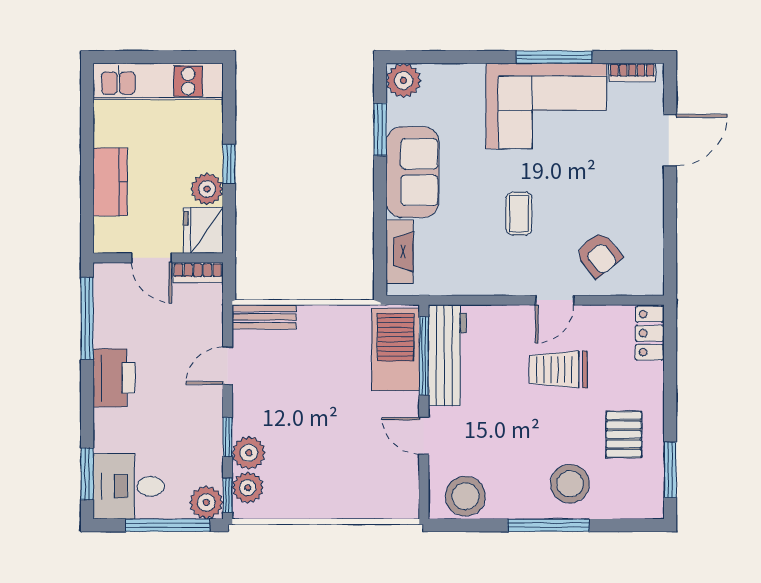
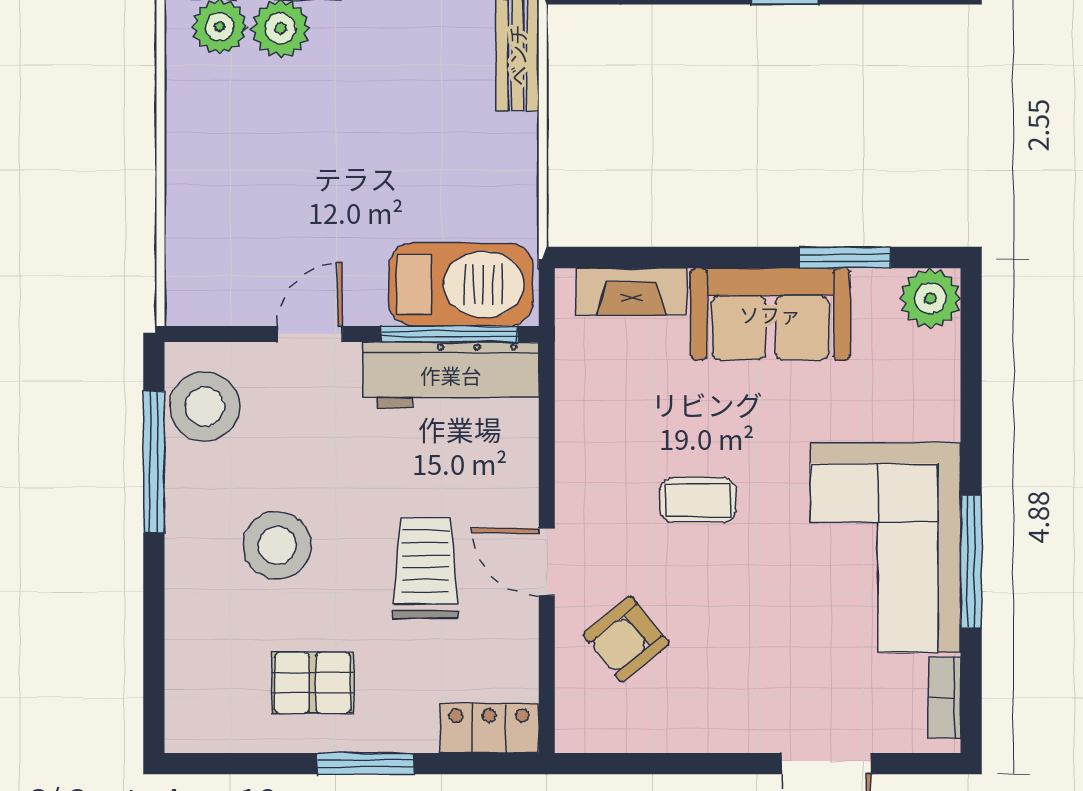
window: (670, 470) -> (365, 764), moved
stool: (570, 484) -> (277, 546), moved
window: (549, 525) -> (154, 462), moved

